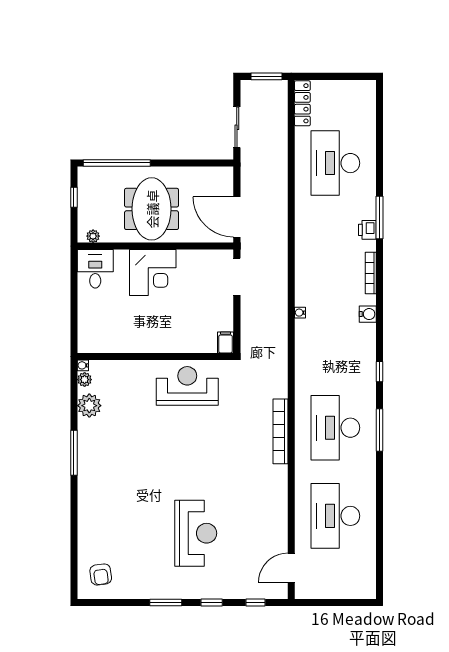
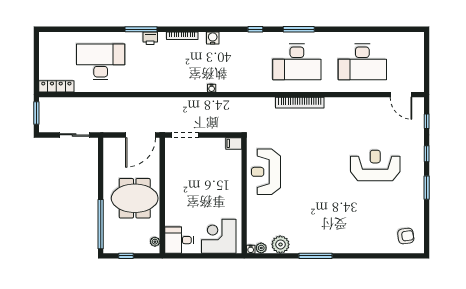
desk: (335, 163) -> (101, 62), turned 180
corner desk: (153, 273) -> (219, 236), moved, turned -90

